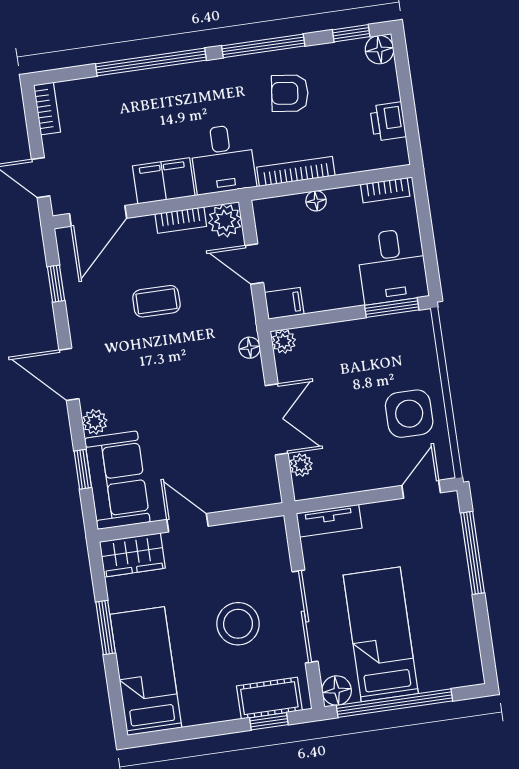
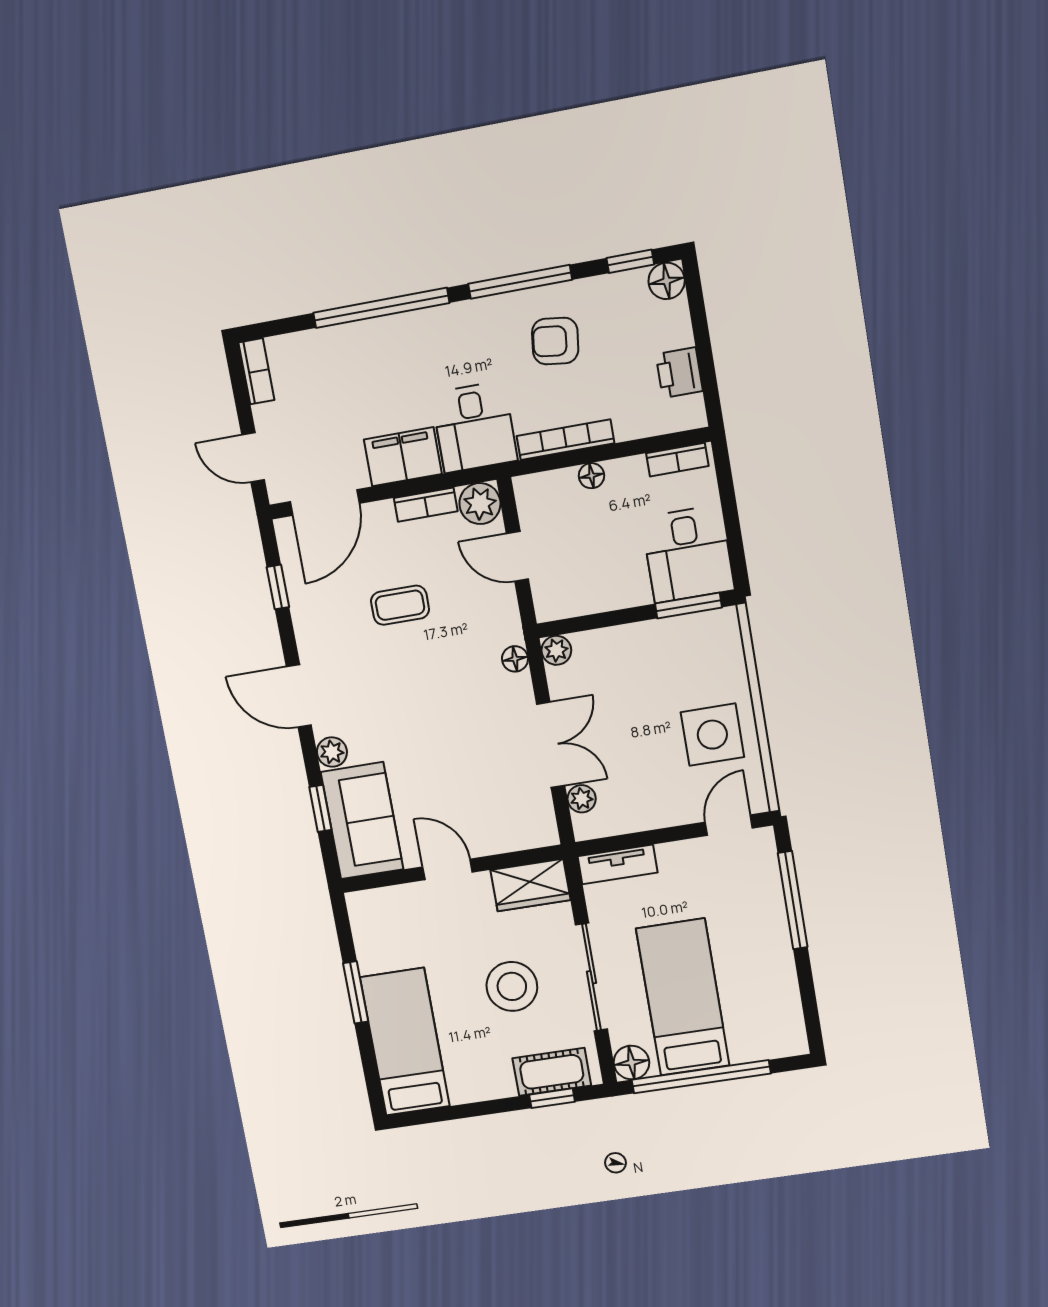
filing cabinet: (284, 303) -> (556, 604), removed
wardrobe: (132, 555) -> (530, 885), moved

